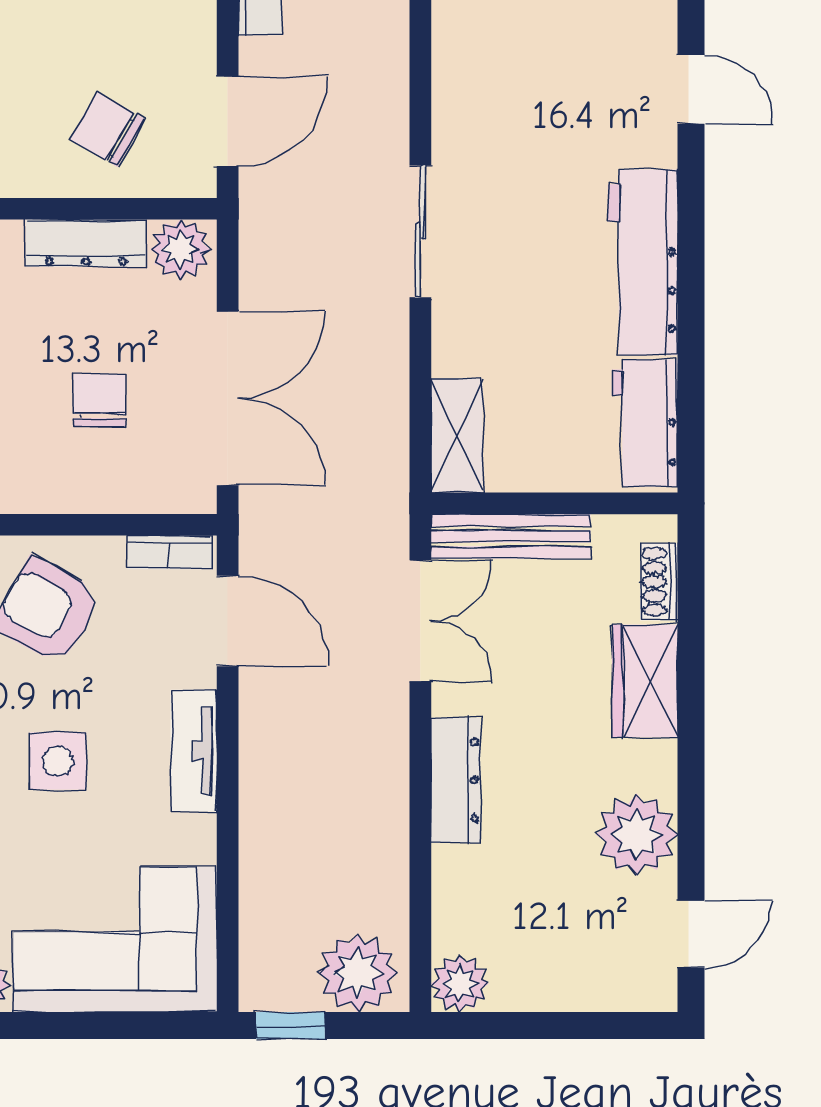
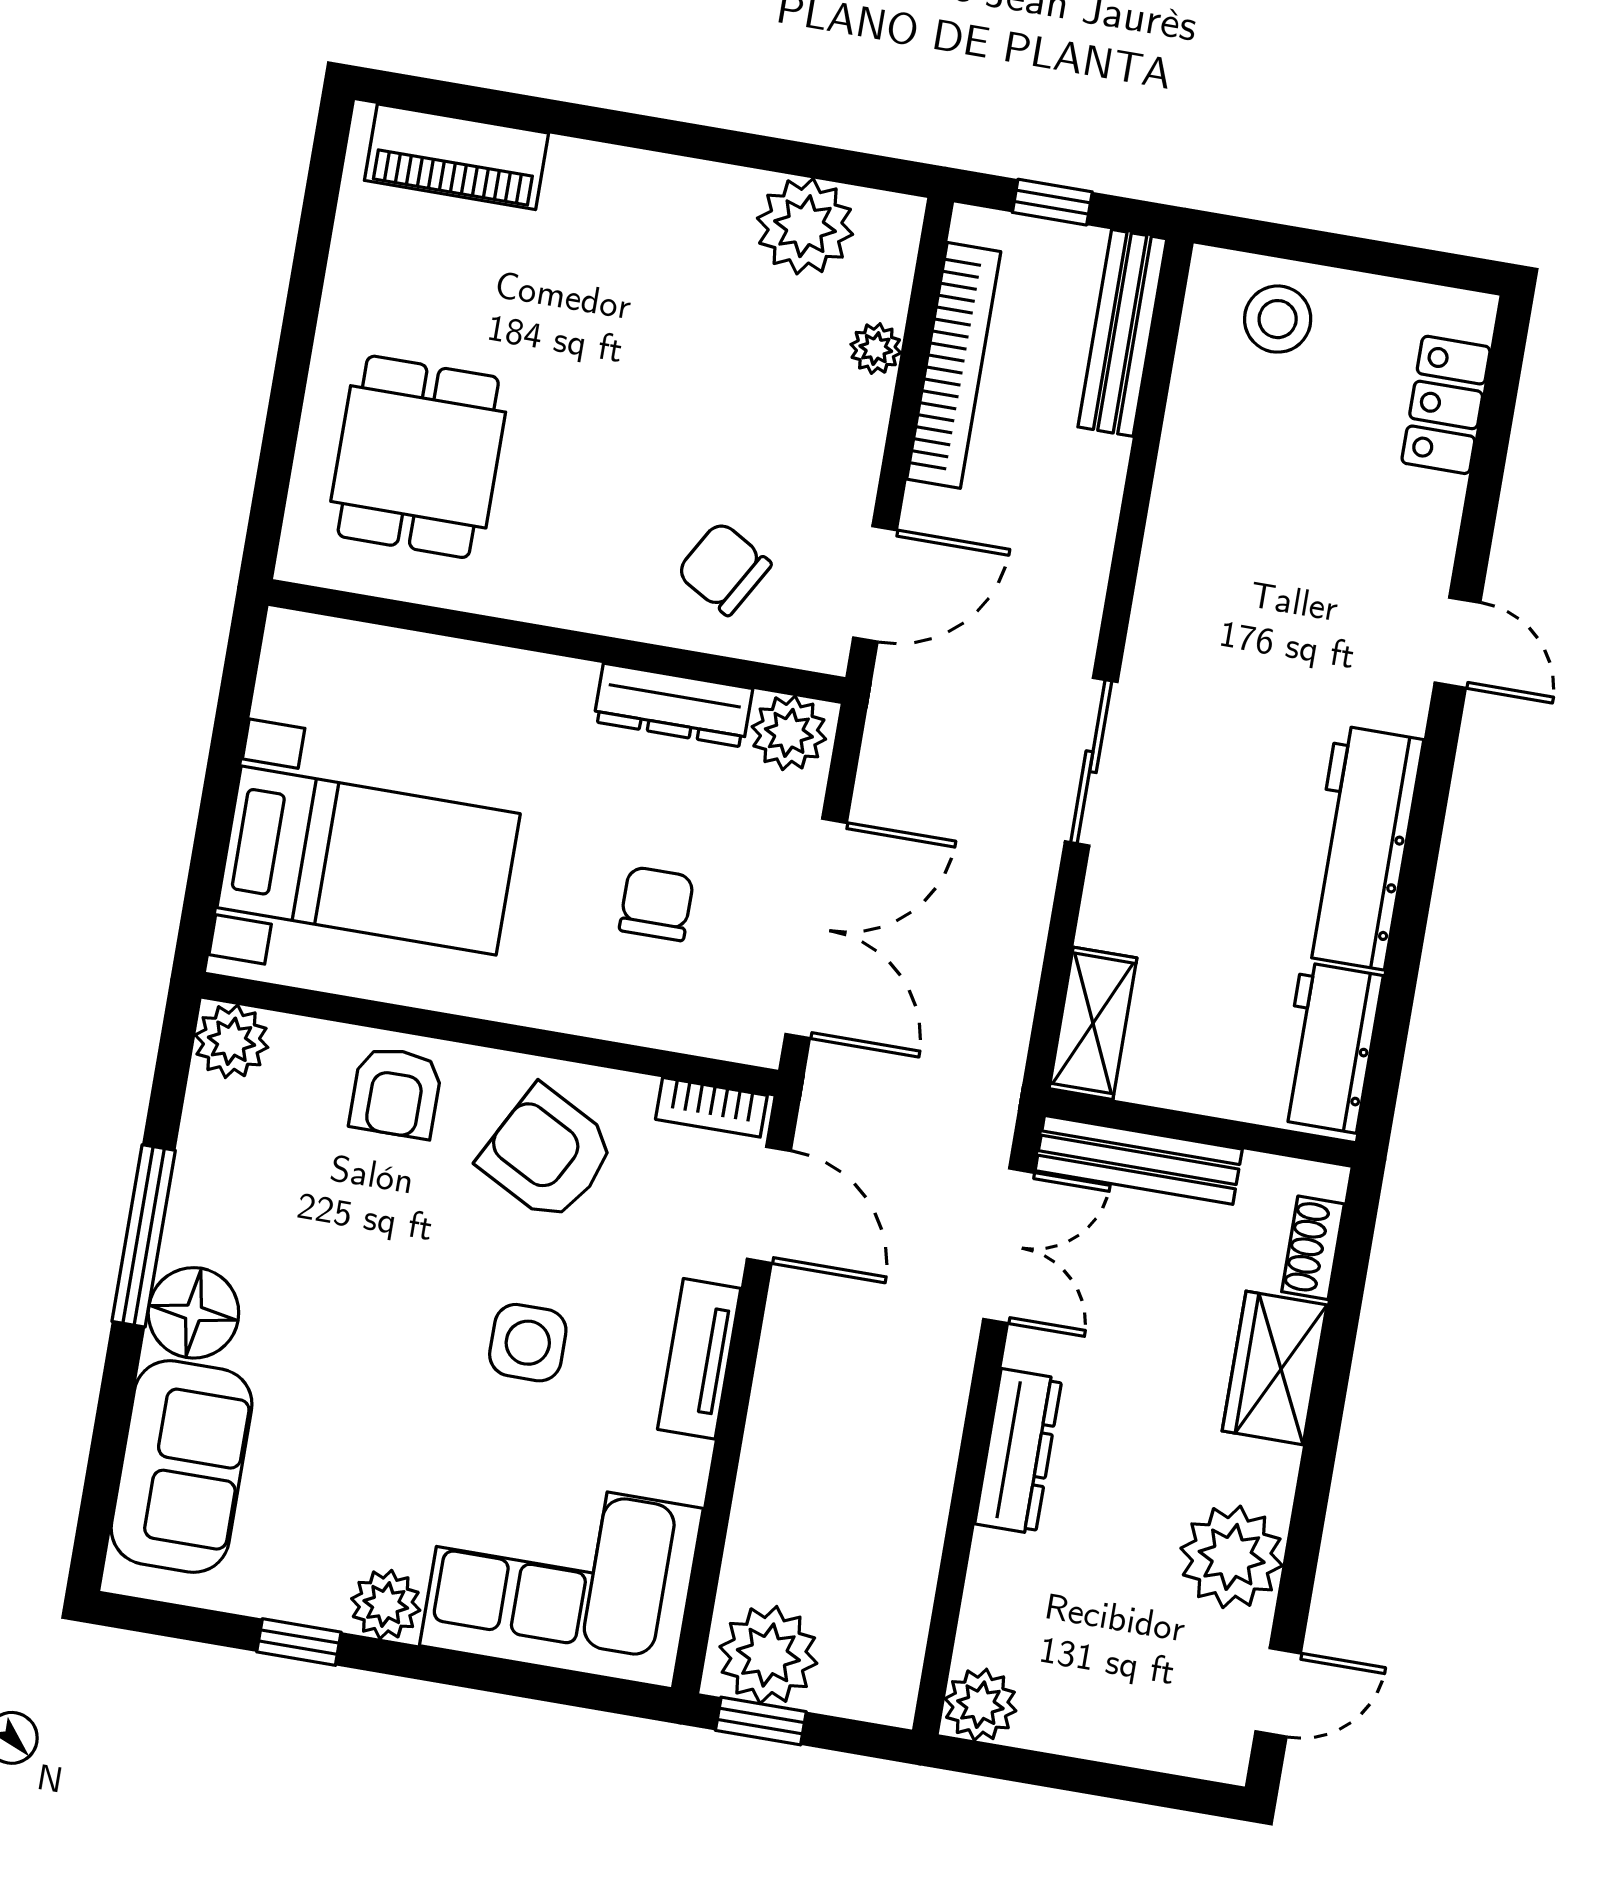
plant: (358, 973) -> (768, 1655), moved

